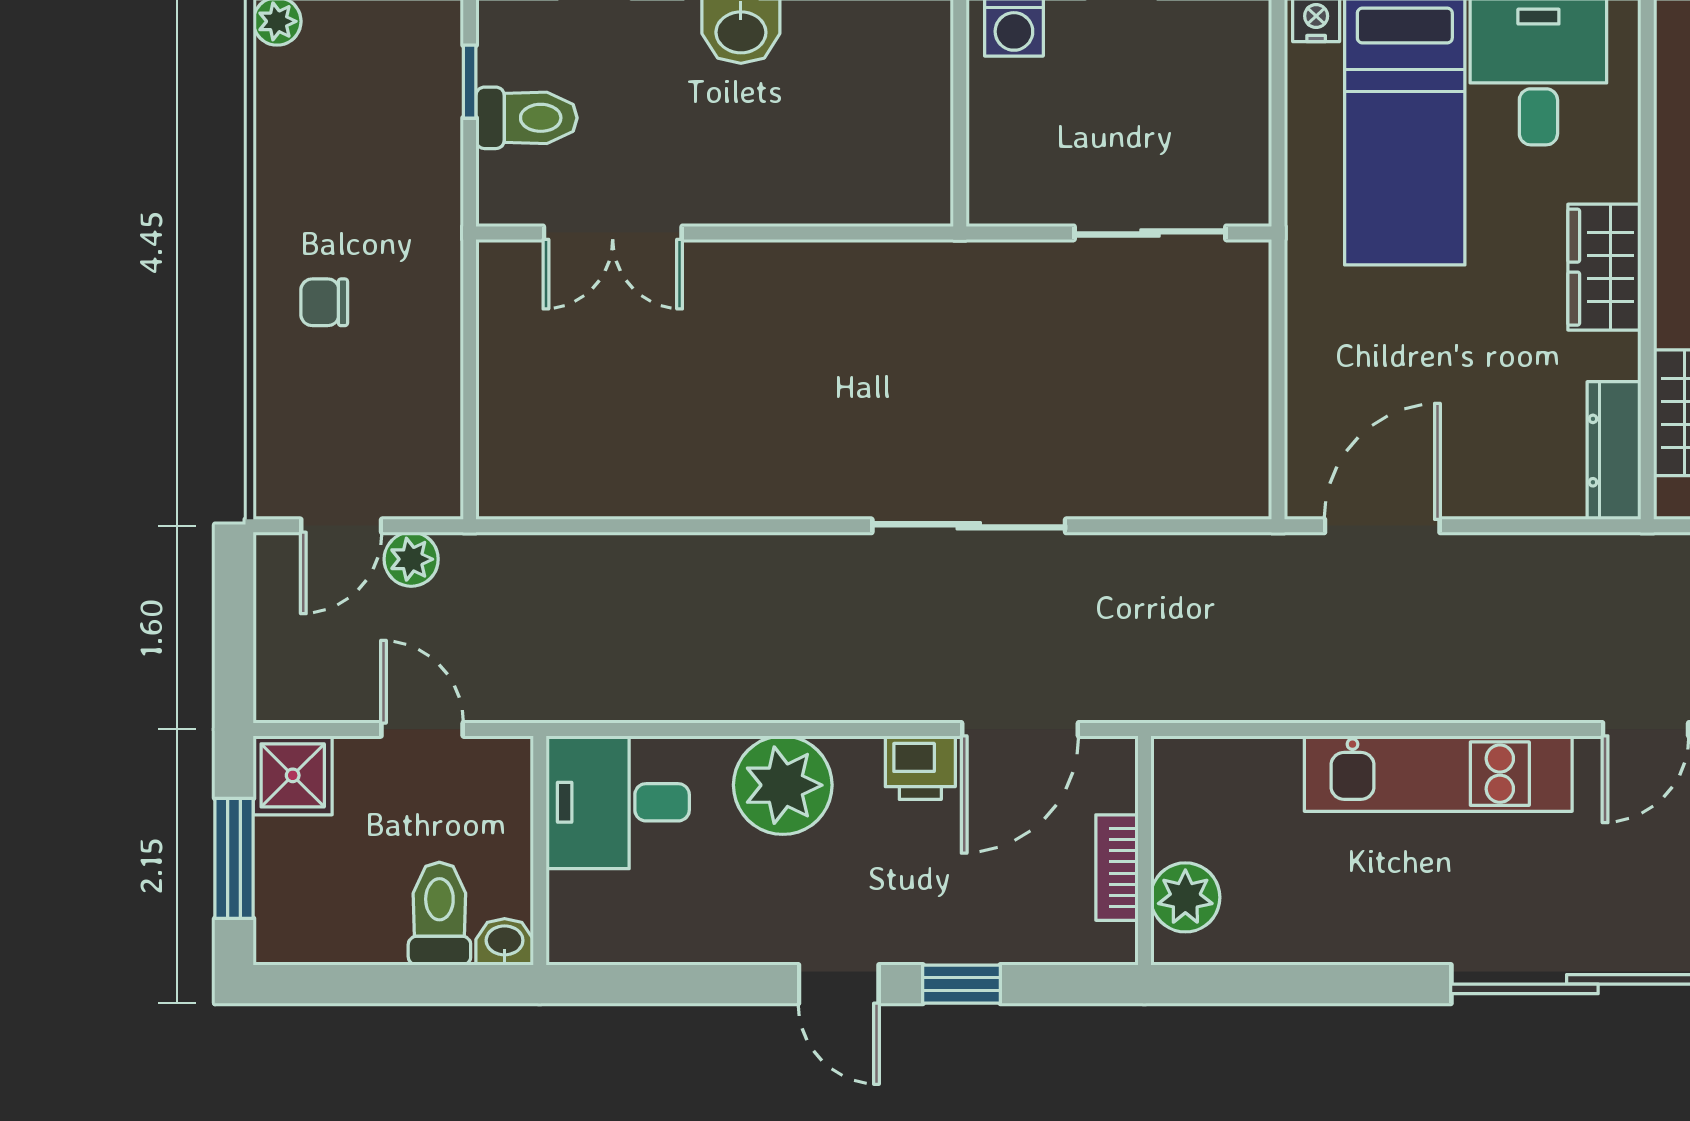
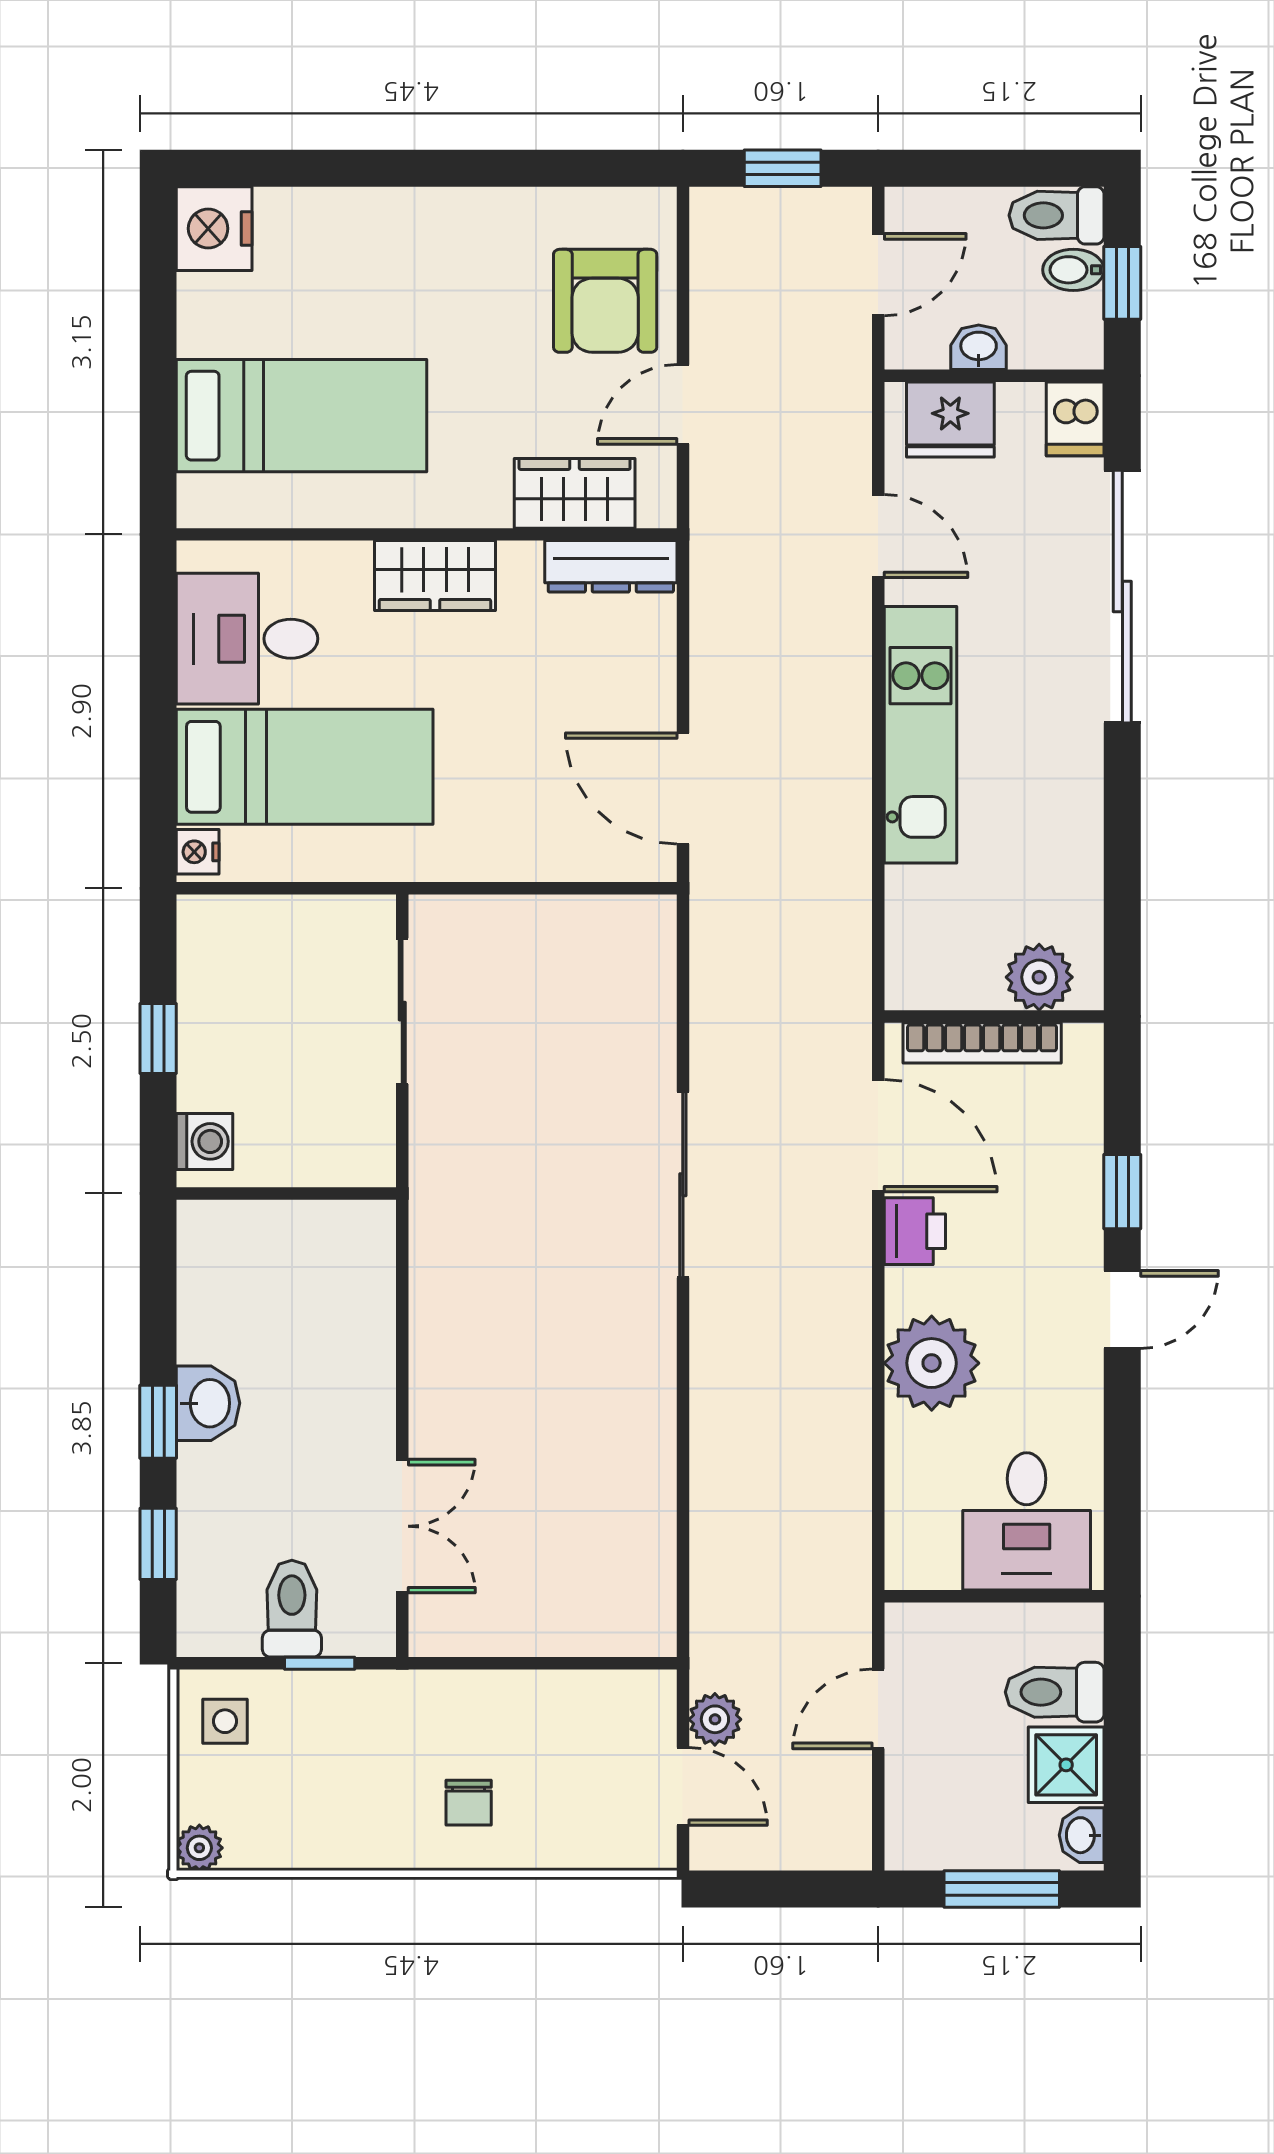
side table: (409, 48) -> (225, 1721), added
window: (470, 82) -> (320, 1663), moved
shower: (293, 775) -> (1066, 1765), moved
desk: (618, 802) -> (1027, 1521), moved
bookcase: (1117, 868) -> (982, 1043), width x1.56
washbasin: (505, 942) -> (1082, 1835), moved

